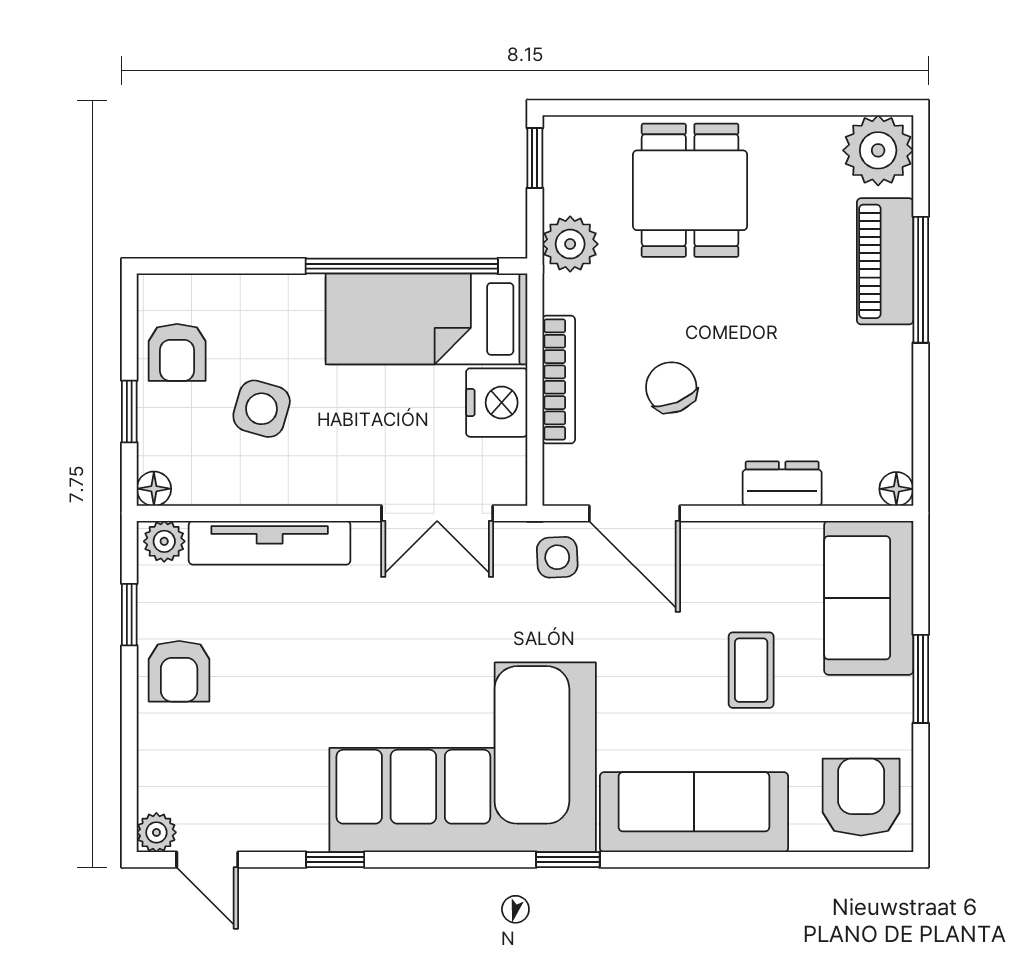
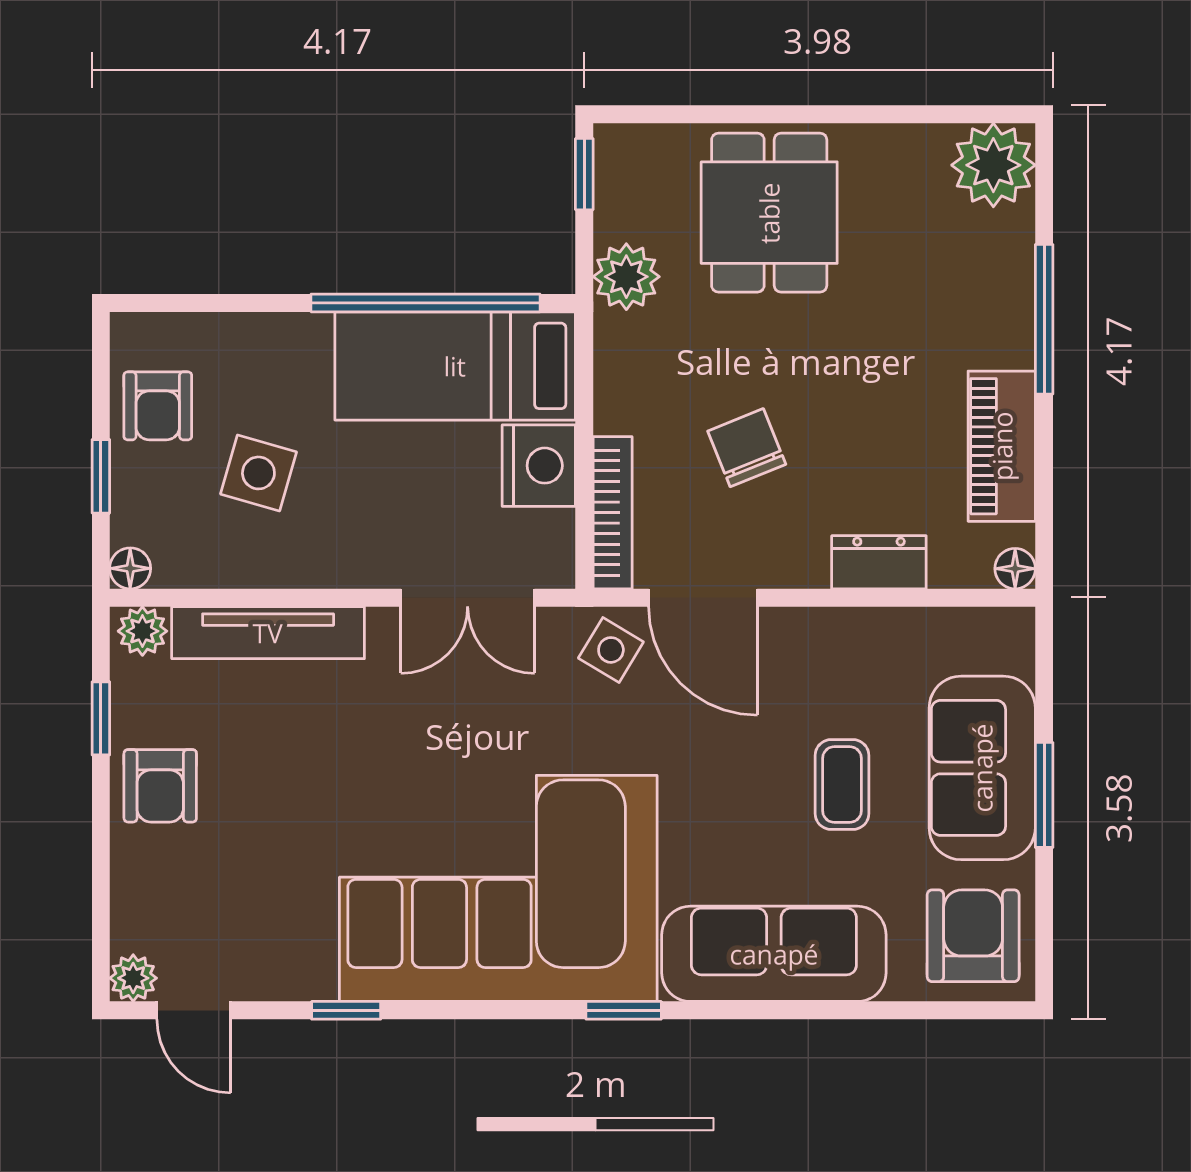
piano: (885, 261) -> (1002, 446), moved
bookcase: (559, 380) -> (613, 513), moved
side table: (557, 557) -> (611, 650), turned 34
sofa: (869, 598) -> (982, 768), moved

